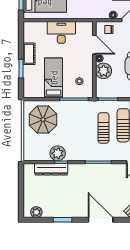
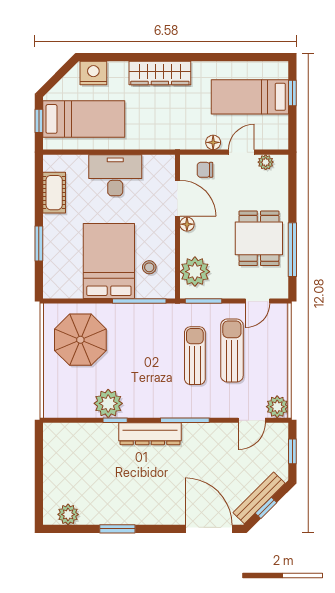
cot: (29, 54) -> (54, 193), moved
plant: (104, 71) -> (195, 272), moved
bed: (54, 78) -> (109, 261), width x1.50
dresser: (51, 169) -> (150, 434), moved
door: (101, 220) -> (209, 529), moved

